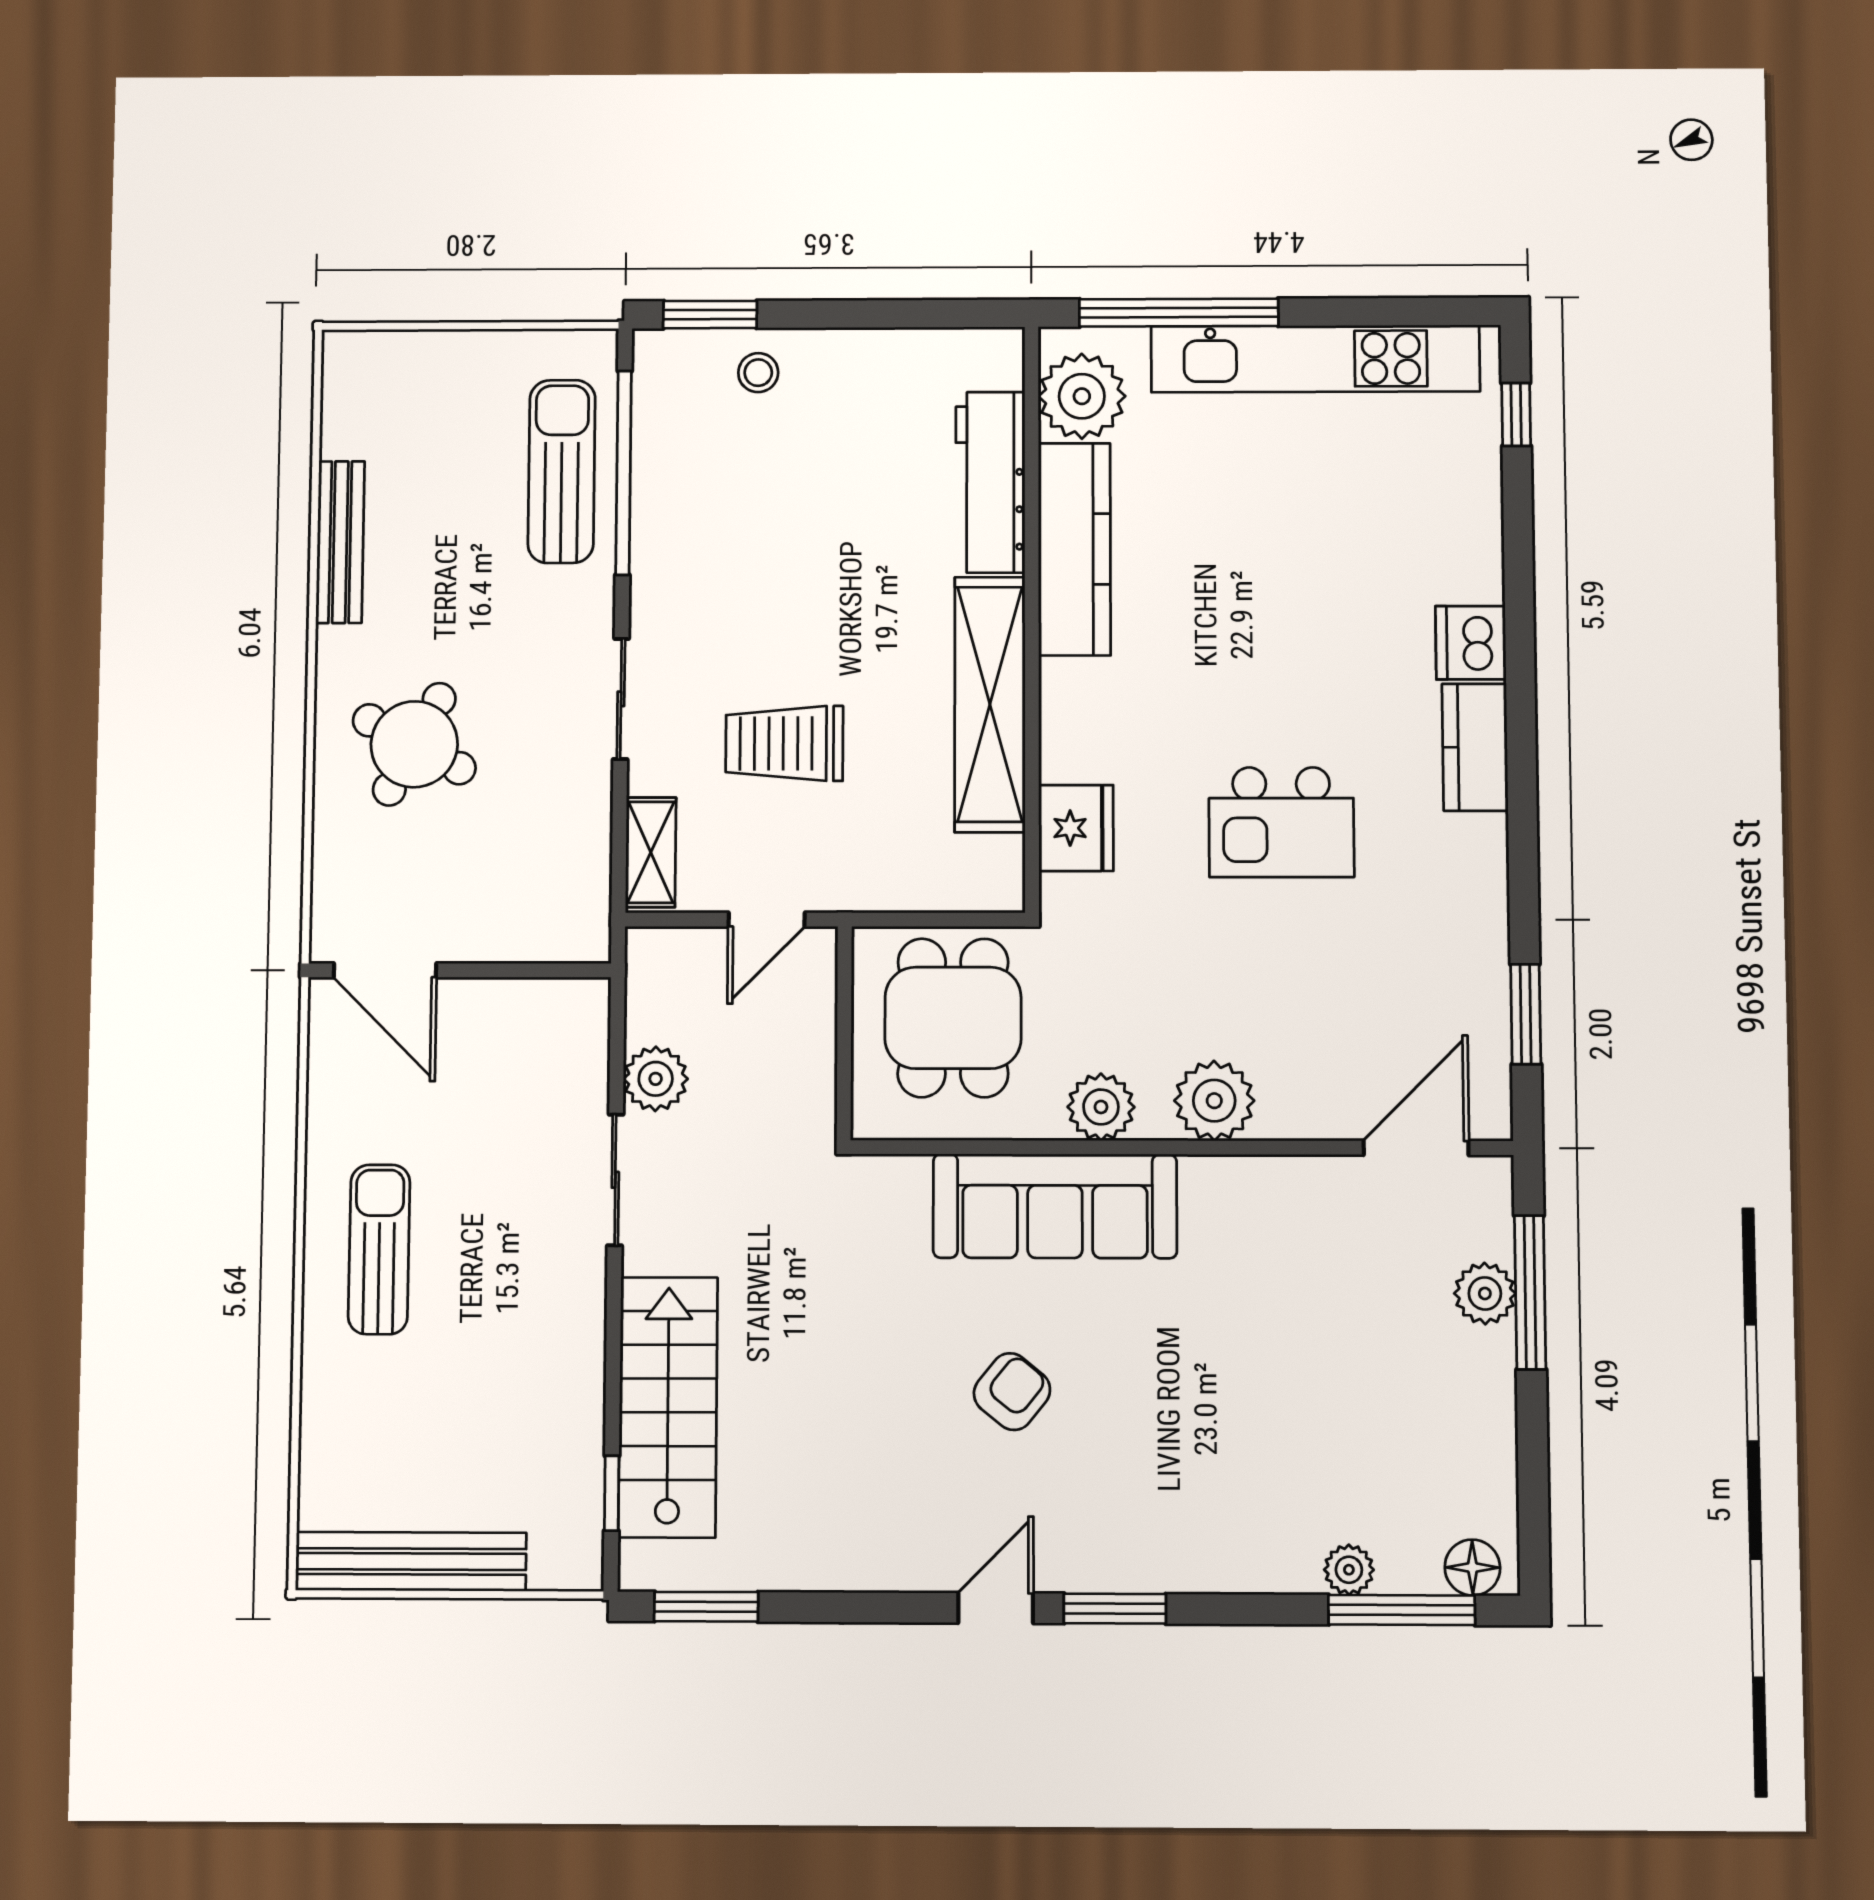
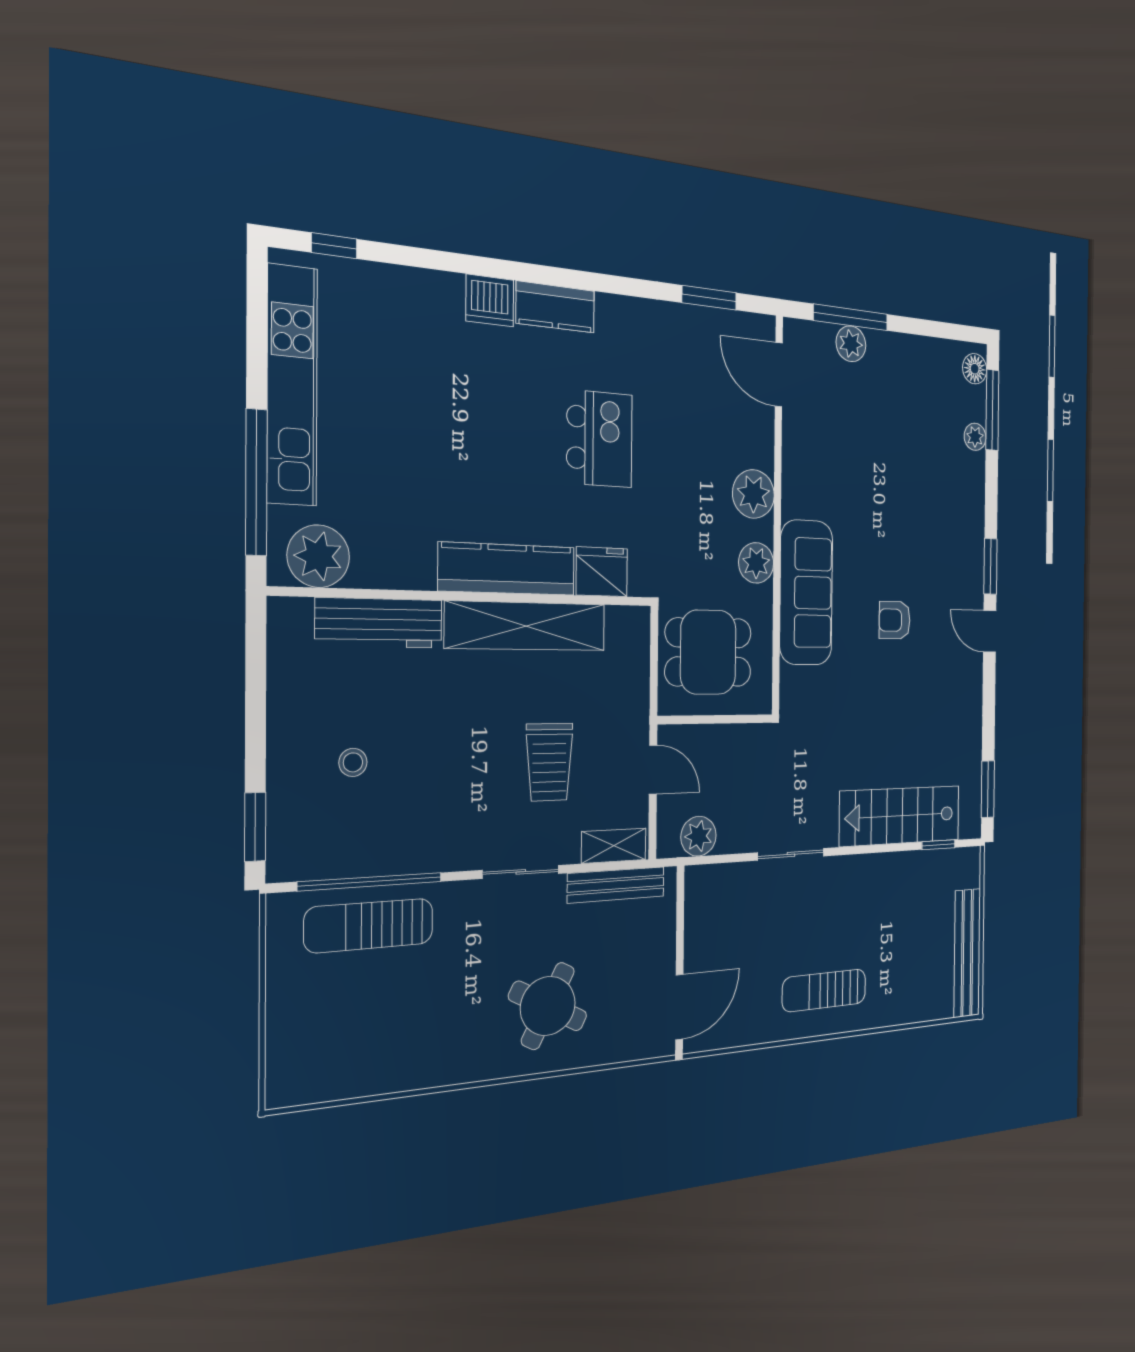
stool: (758, 373) -> (353, 762), moved
bench: (340, 542) -> (616, 885), moved
kitchen counter: (1074, 549) -> (507, 569), moved
plant: (656, 1079) -> (699, 836), moved
armchair: (1012, 1392) -> (895, 620), turned -39

